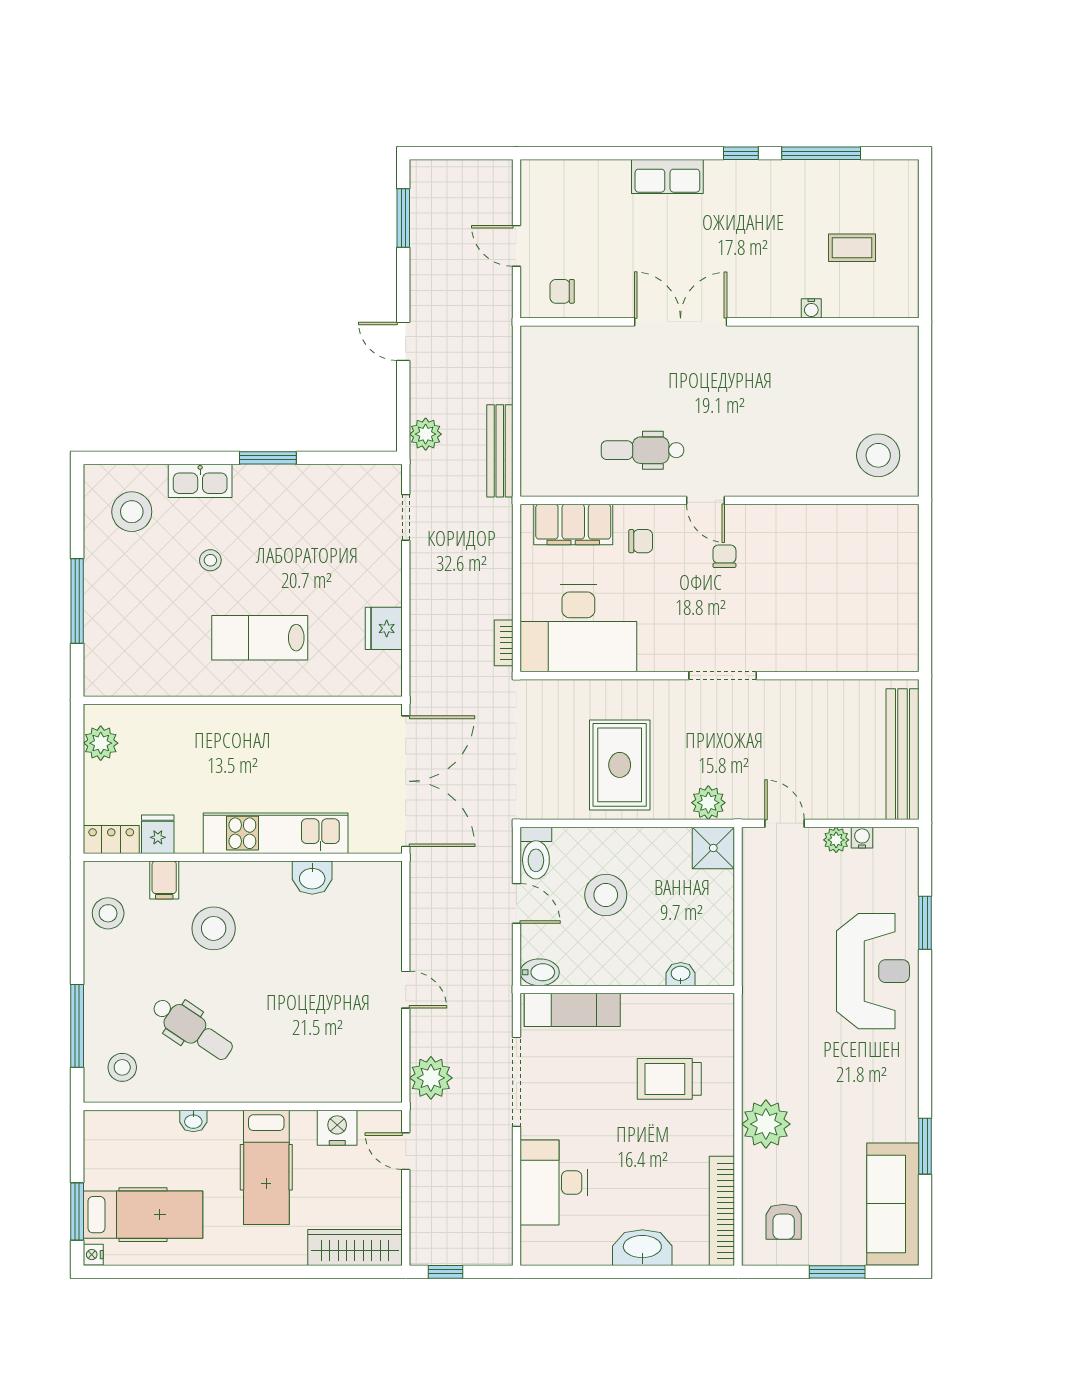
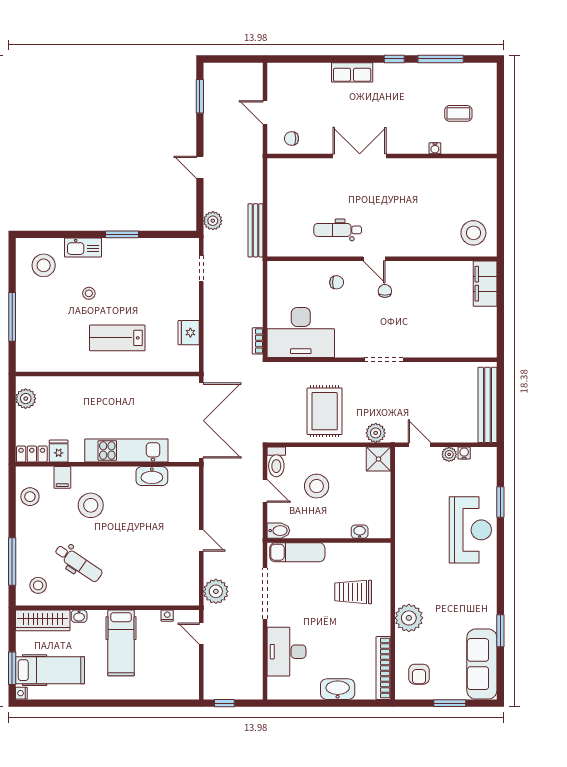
filing cabinet: (573, 524) -> (485, 284), moved, turned 90
washbasin: (312, 878) -> (152, 476), width x1.38
nightstand: (337, 1128) -> (167, 616), width x0.53, depth x0.56
wardrobe: (355, 1248) -> (43, 620), moved, turned 180

